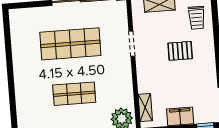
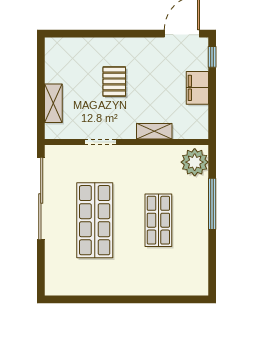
trolley: (197, 18) -> (74, 57), removed
shelving: (145, 107) -> (154, 131), moved

